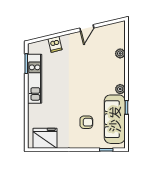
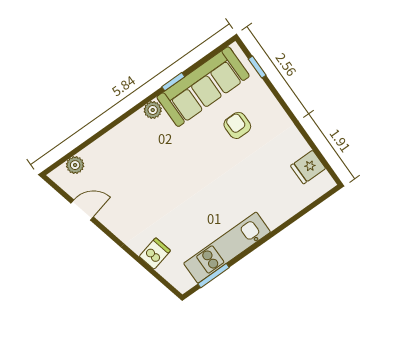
door: (87, 28) -> (82, 210), moved
plant: (120, 53) -> (75, 165), moved
fridge: (45, 138) -> (308, 167), width x0.53, depth x0.75

